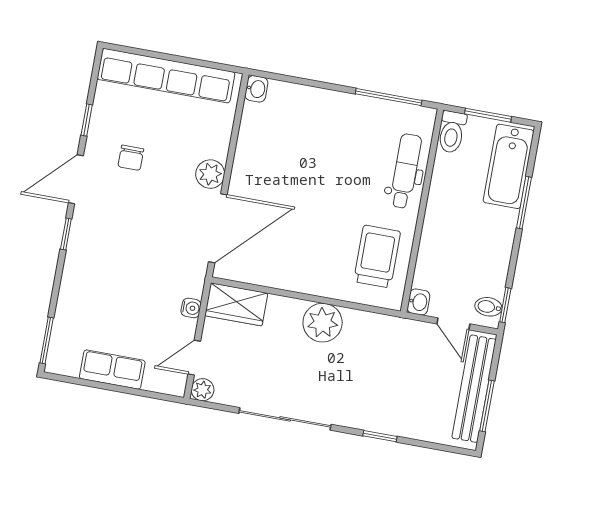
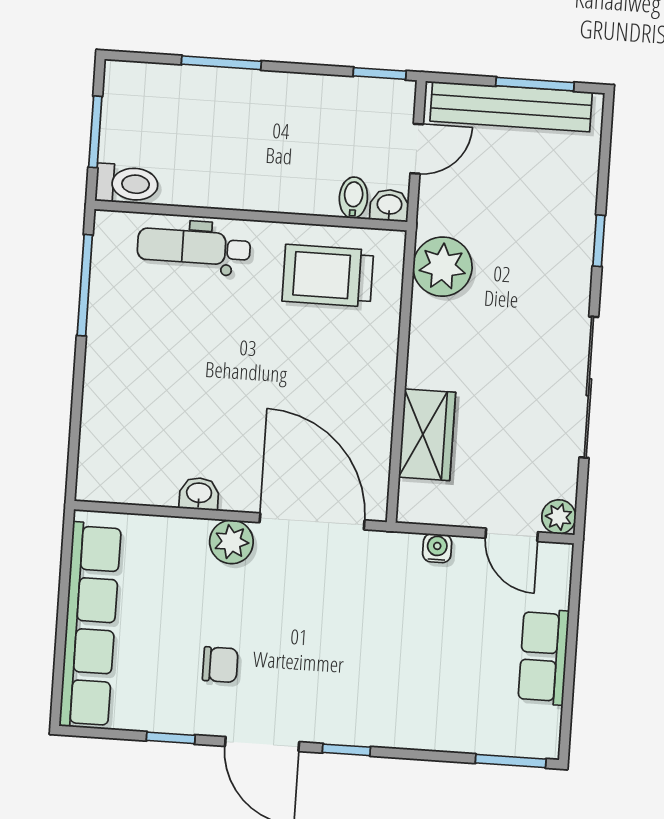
washbasin: (256, 89) -> (199, 494), moved
bathtub: (509, 166) -> (169, 92), removed
wardrobe: (236, 304) -> (427, 435), moved
bidet: (488, 307) -> (353, 198), moved, turned 180
plant: (323, 323) -> (442, 267), moved

